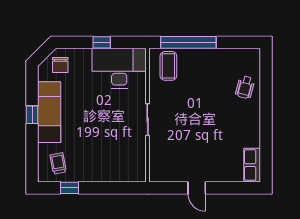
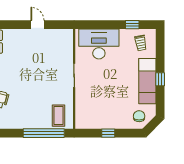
desk: (119, 68) -> (99, 44), moved, turned 180

